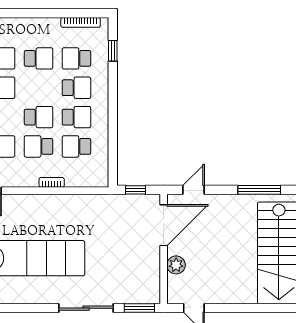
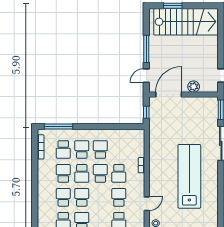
window: (113, 51) -> (58, 127), width x2.17
school desk: (76, 146) -> (82, 173), moved
door: (193, 190) -> (146, 76), hinge flipped
window: (259, 190) -> (146, 49), moved
door: (164, 225) -> (169, 94), hinge flipped

